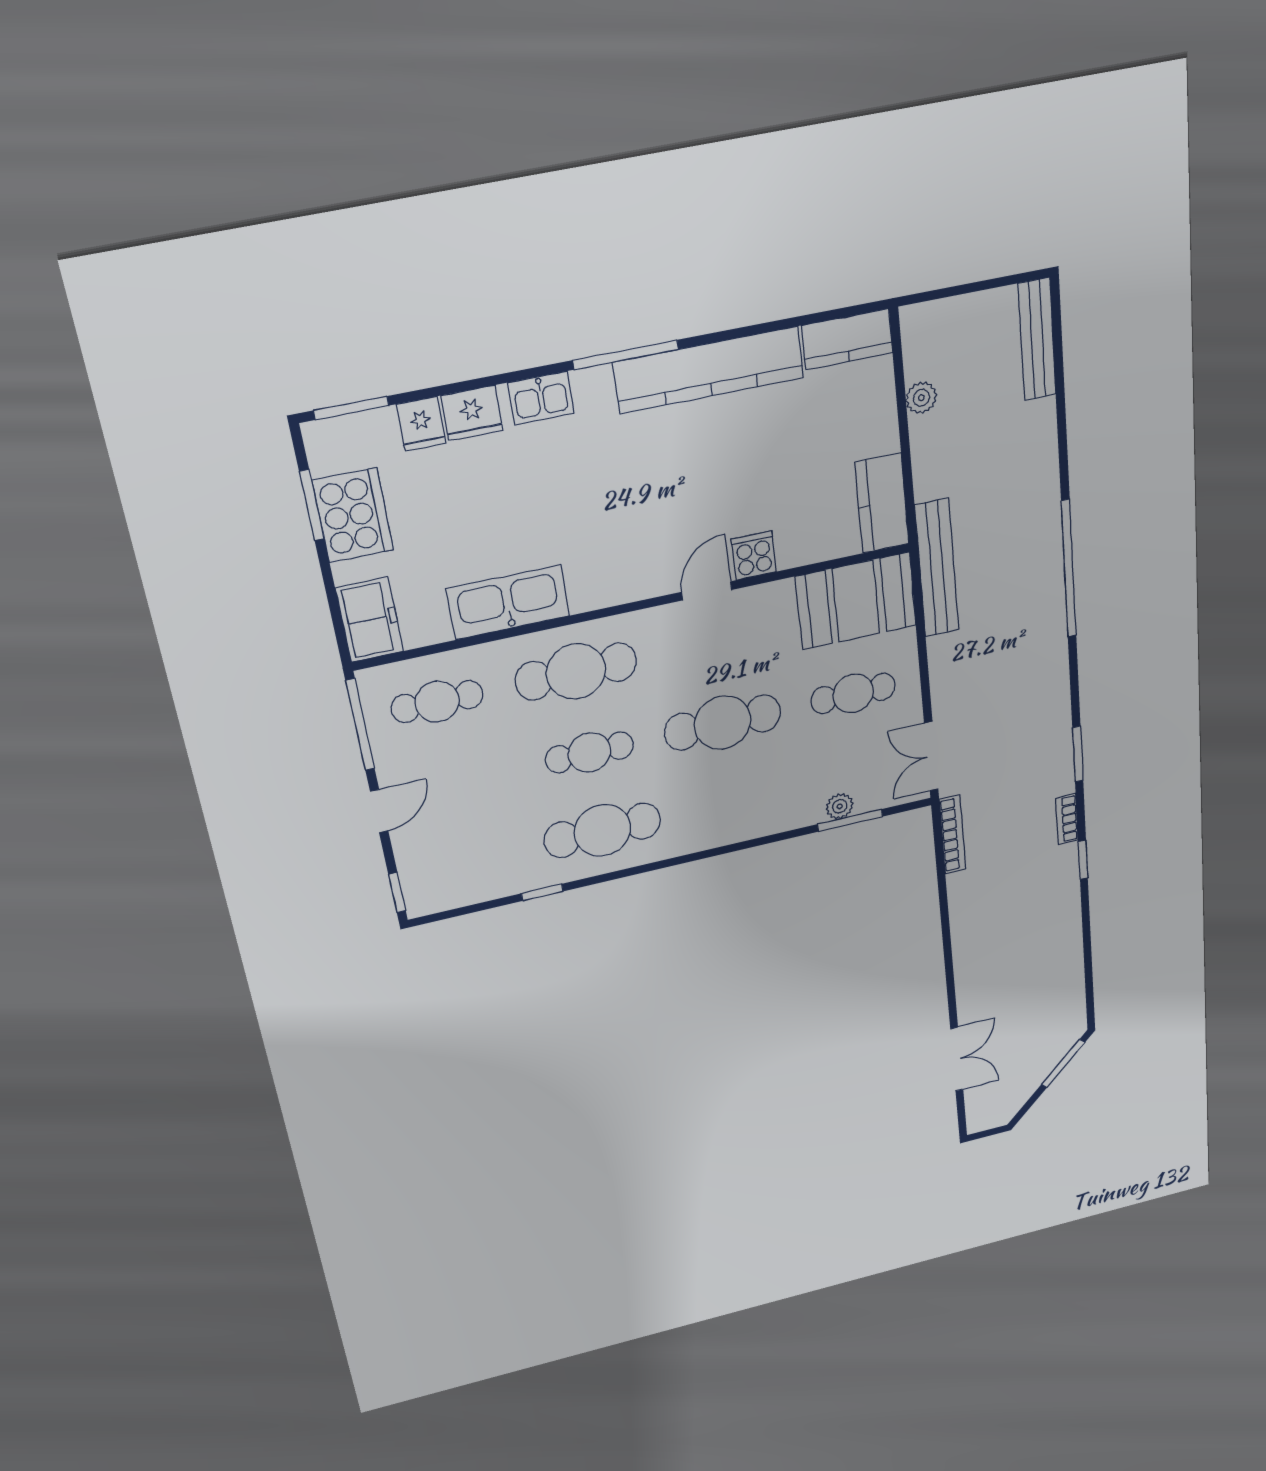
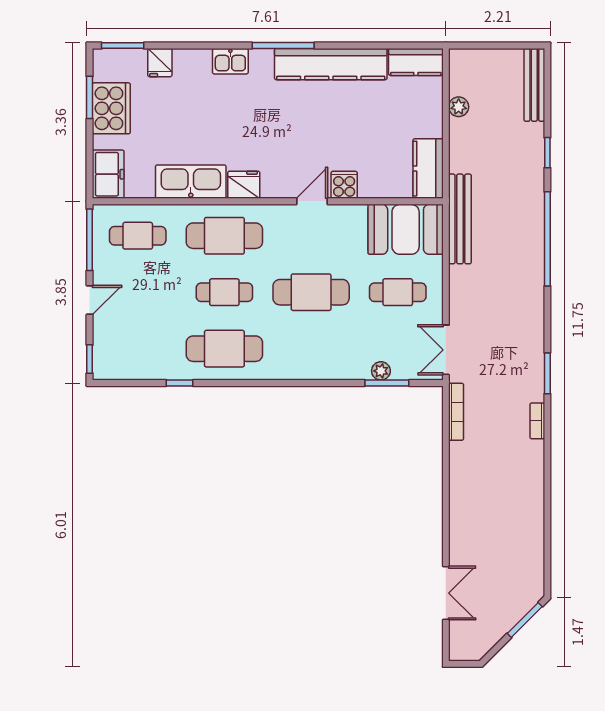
fridge: (472, 413) -> (244, 185), moved, turned 180
window: (1083, 860) -> (547, 153), moved

